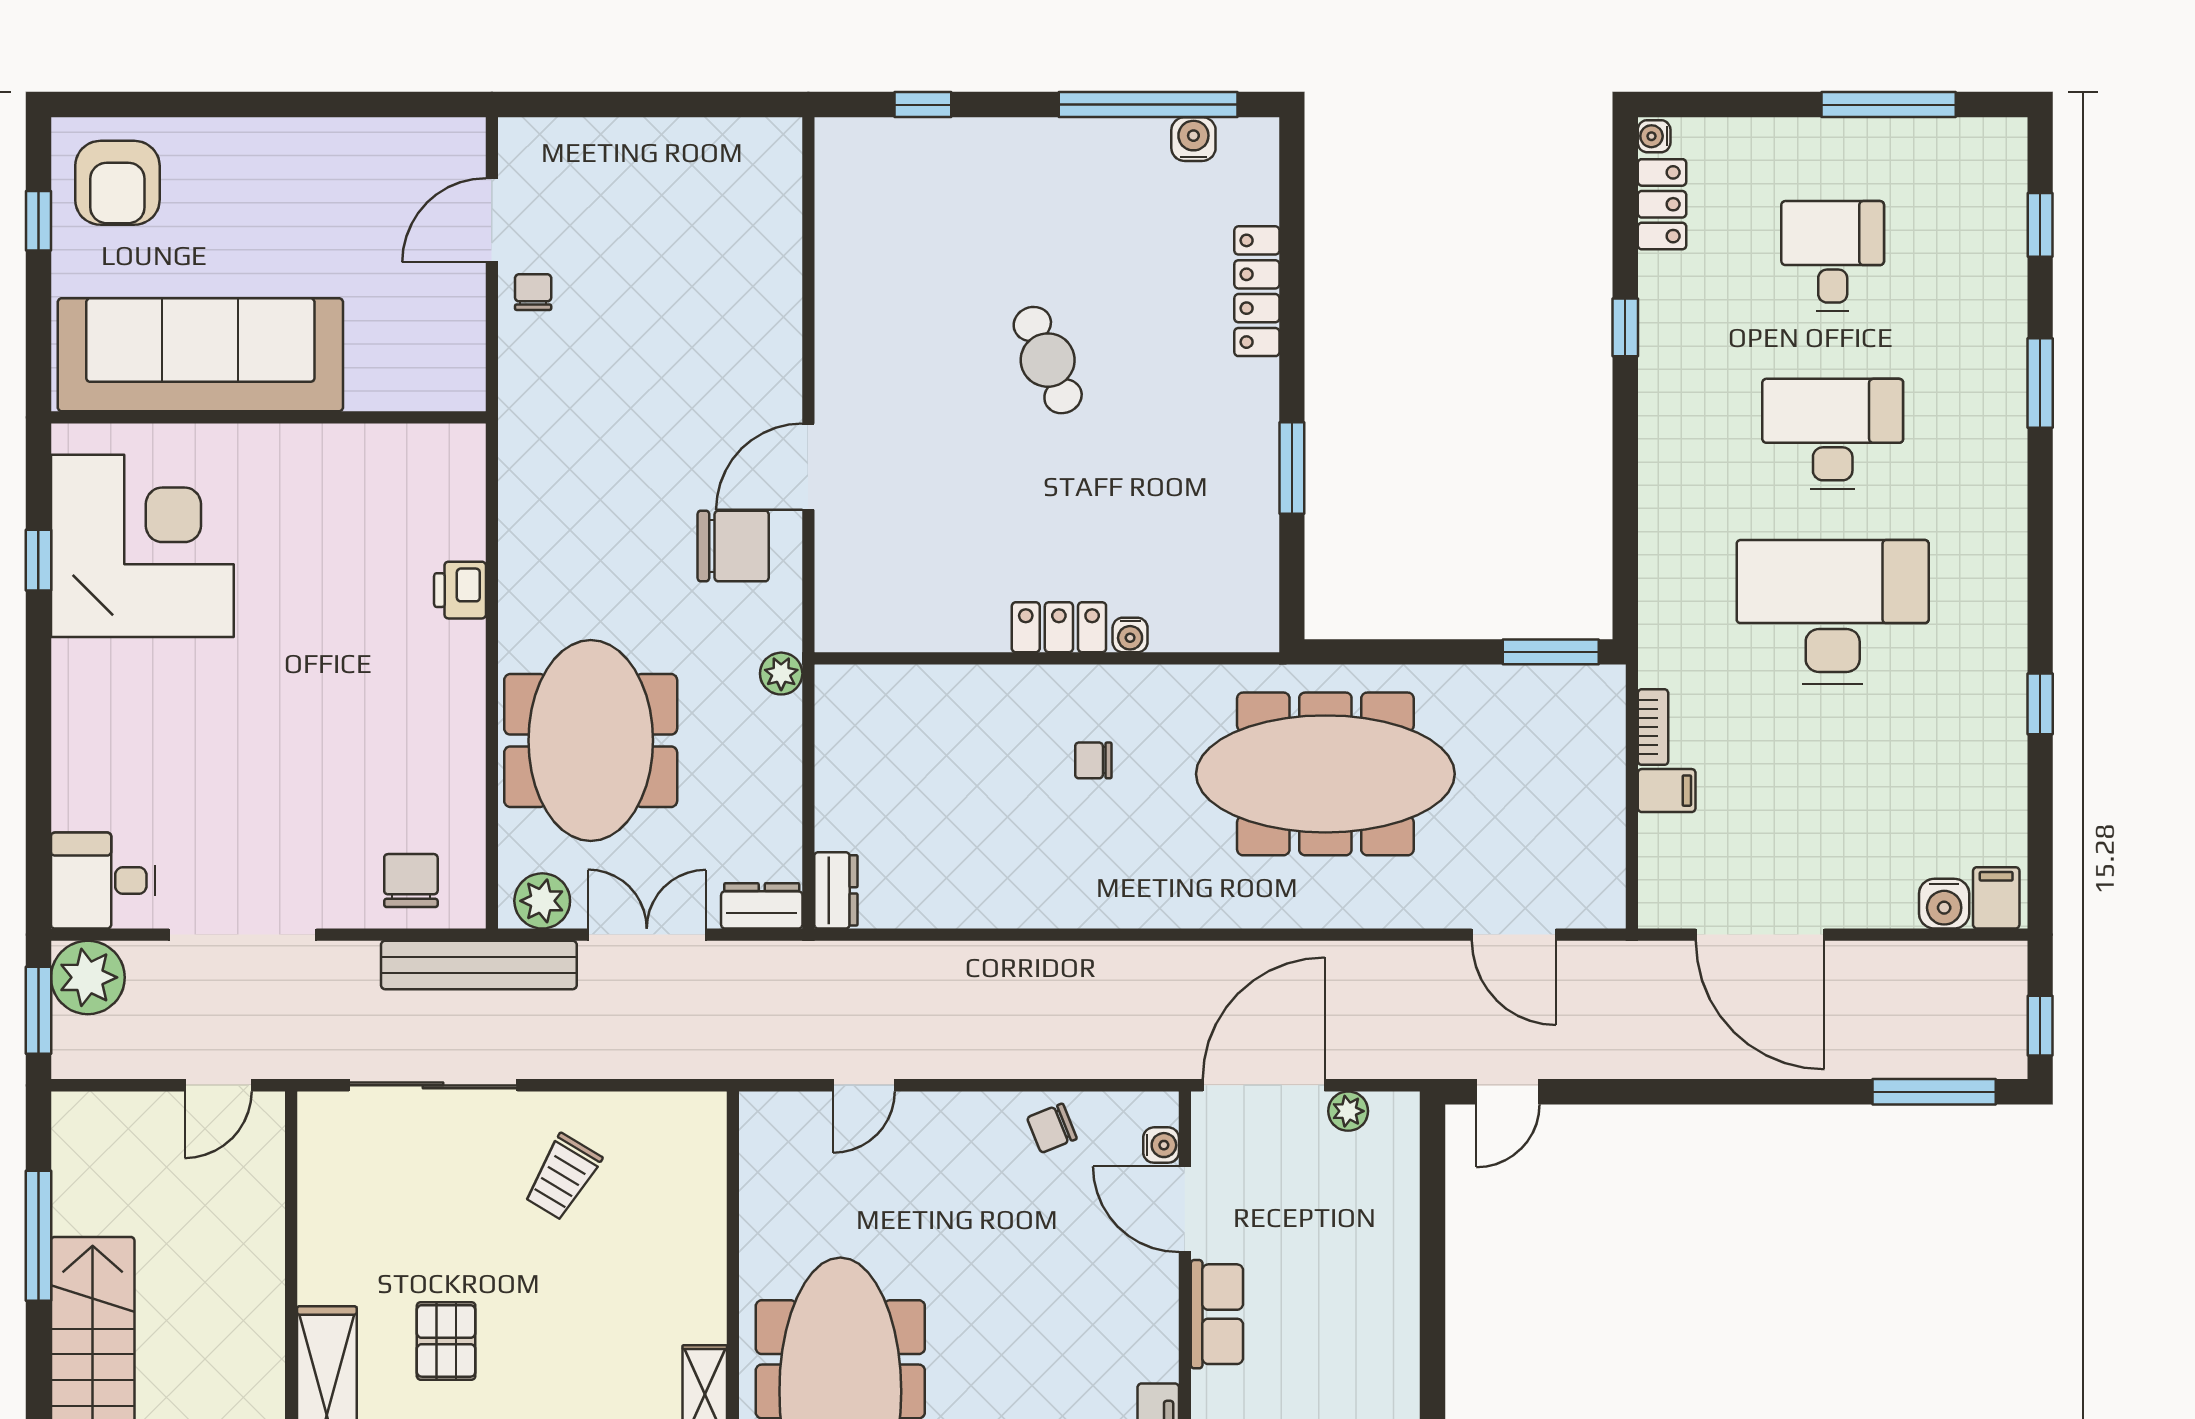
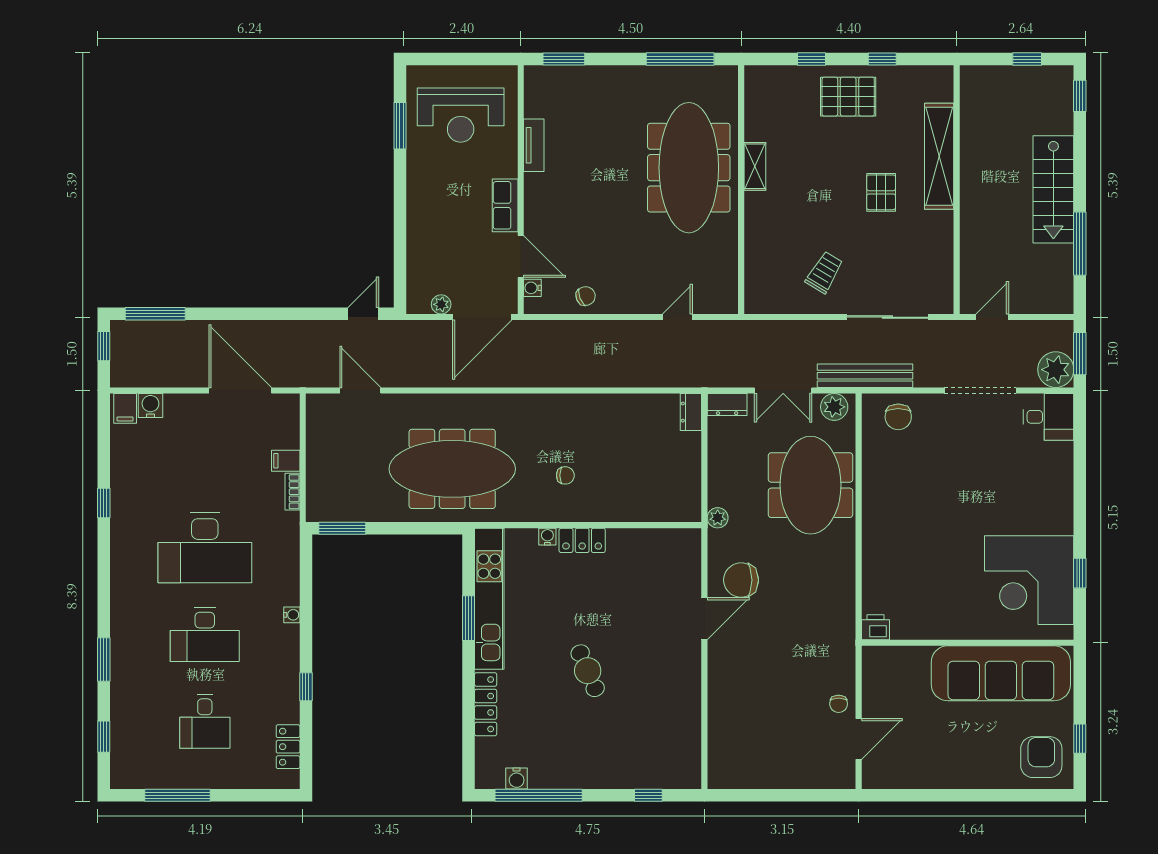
water cooler: (1654, 136) -> (292, 615), moved
kitchen unit: (1249, 508) -> (489, 599), added
printer: (460, 590) -> (875, 627), moved, turned -90

